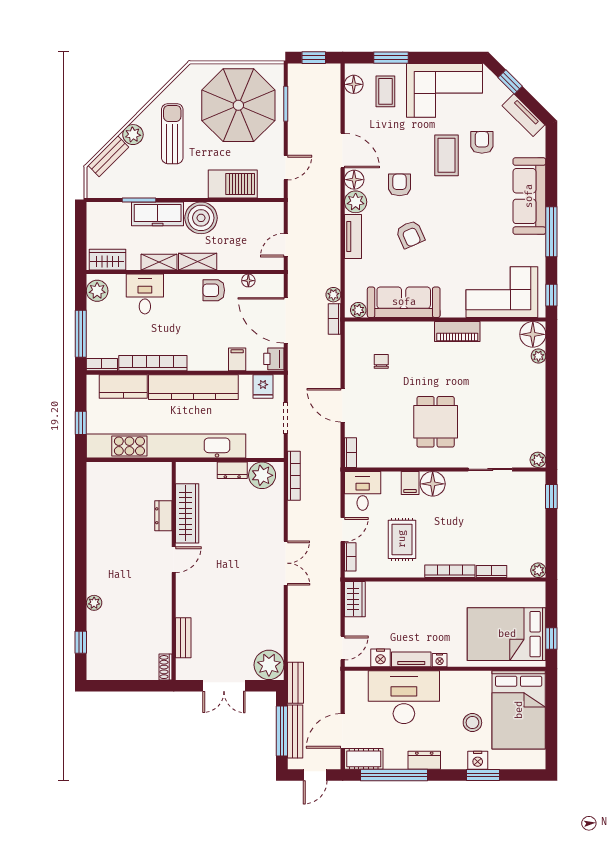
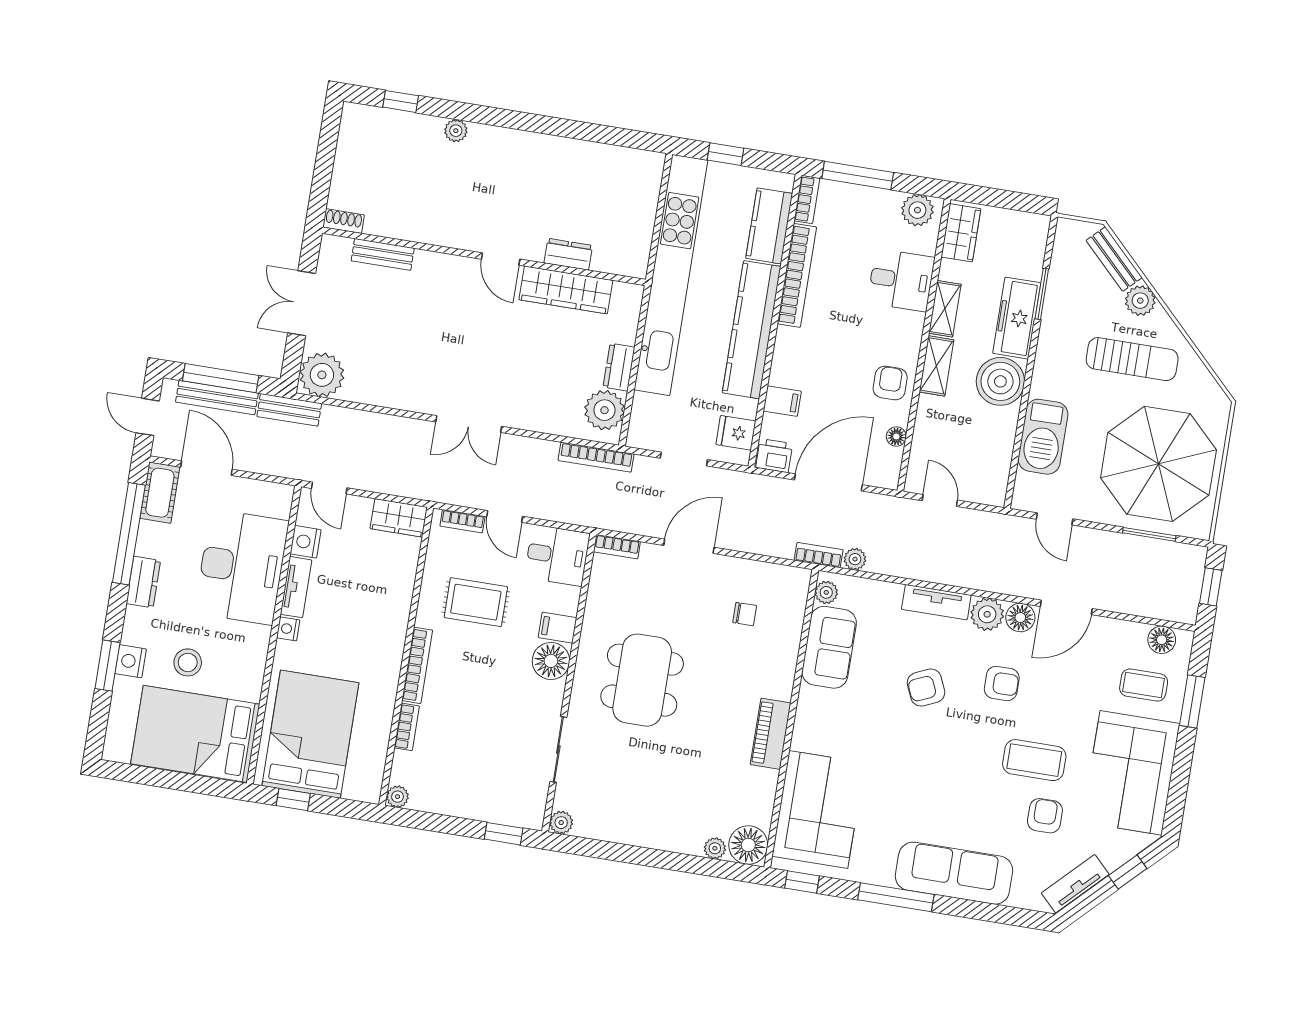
armchair: (482, 142) -> (1045, 816), turned -90
sofa: (404, 302) -> (829, 647), width x0.73
dining table: (436, 422) -> (642, 680), width x1.37

